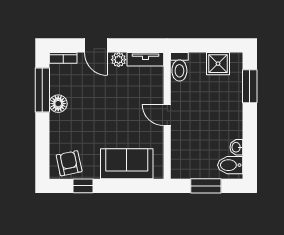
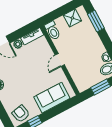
door: (167, 115) -> (60, 60), hinge flipped

